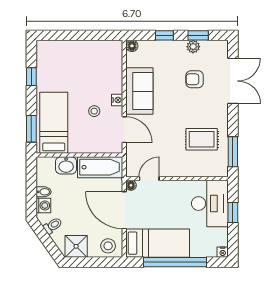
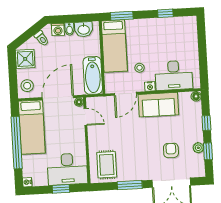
desk: (106, 71) -> (174, 75), added
bed: (54, 123) -> (114, 46), moved, turned 90
rug: (202, 139) -> (107, 165), moved
window: (233, 152) -> (130, 185), moved
washbasin: (66, 165) -> (84, 29), moved, turned -90

